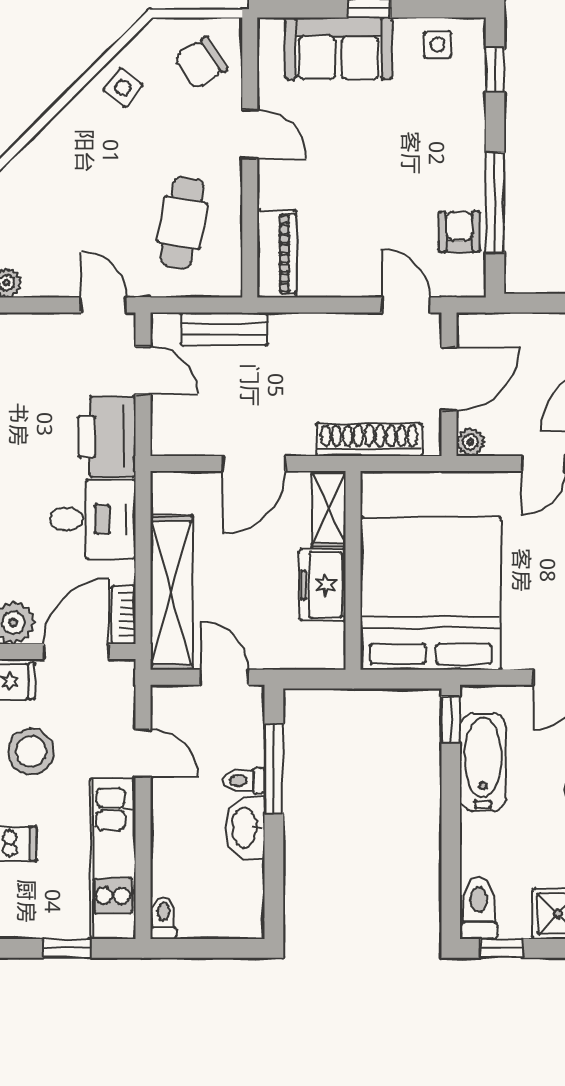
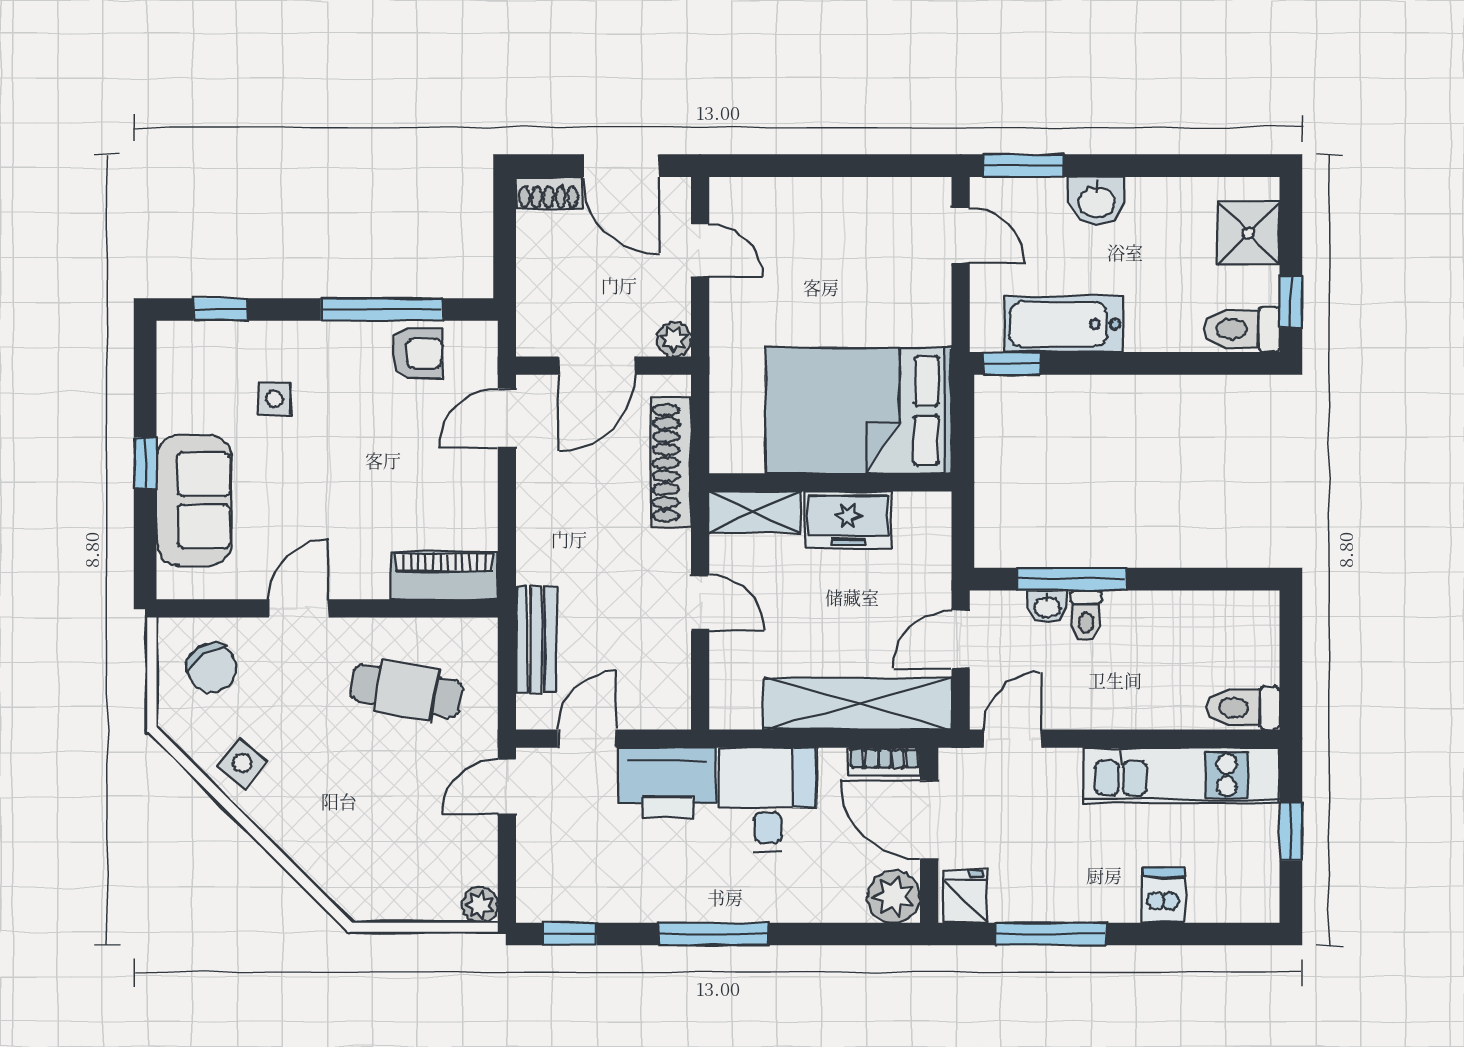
side table: (438, 45) -> (274, 399), moved
armchair: (459, 232) -> (417, 353), turned 180
door: (449, 379) -> (597, 366), swing flipped
door: (254, 464) -> (700, 603), width x0.73
bed: (431, 594) -> (859, 411), width x0.73
stool: (31, 752) -> (1051, 875), removed
door: (143, 753) -> (1013, 739), moved
washbasin: (245, 828) -> (1047, 607), moved, width x0.52, depth x0.69
toilet: (163, 918) -> (1244, 708), width x1.37, depth x1.39

